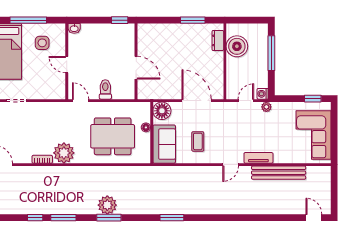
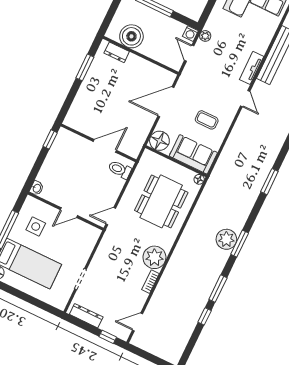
toilet: (105, 89) -> (120, 170), moved
floor lamp: (146, 127) -> (199, 179), moved

